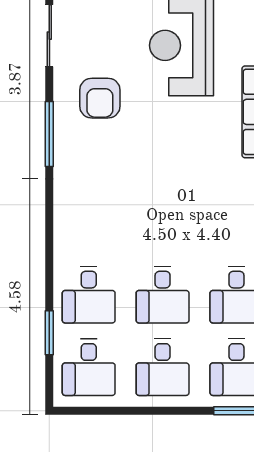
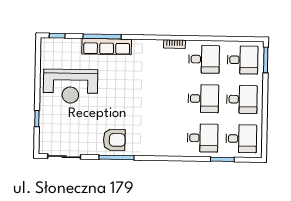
armchair: (100, 98) -> (114, 140), moved

